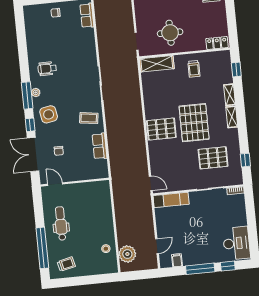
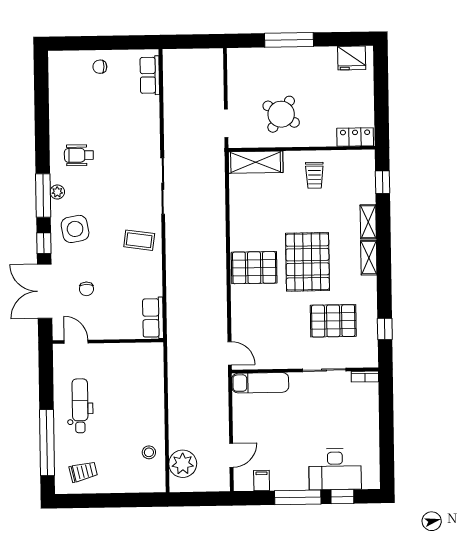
round table: (170, 33) -> (281, 114), turned 33
row of seats: (99, 146) -> (153, 318), moved
desk: (236, 243) -> (335, 469), moved, turned 90

